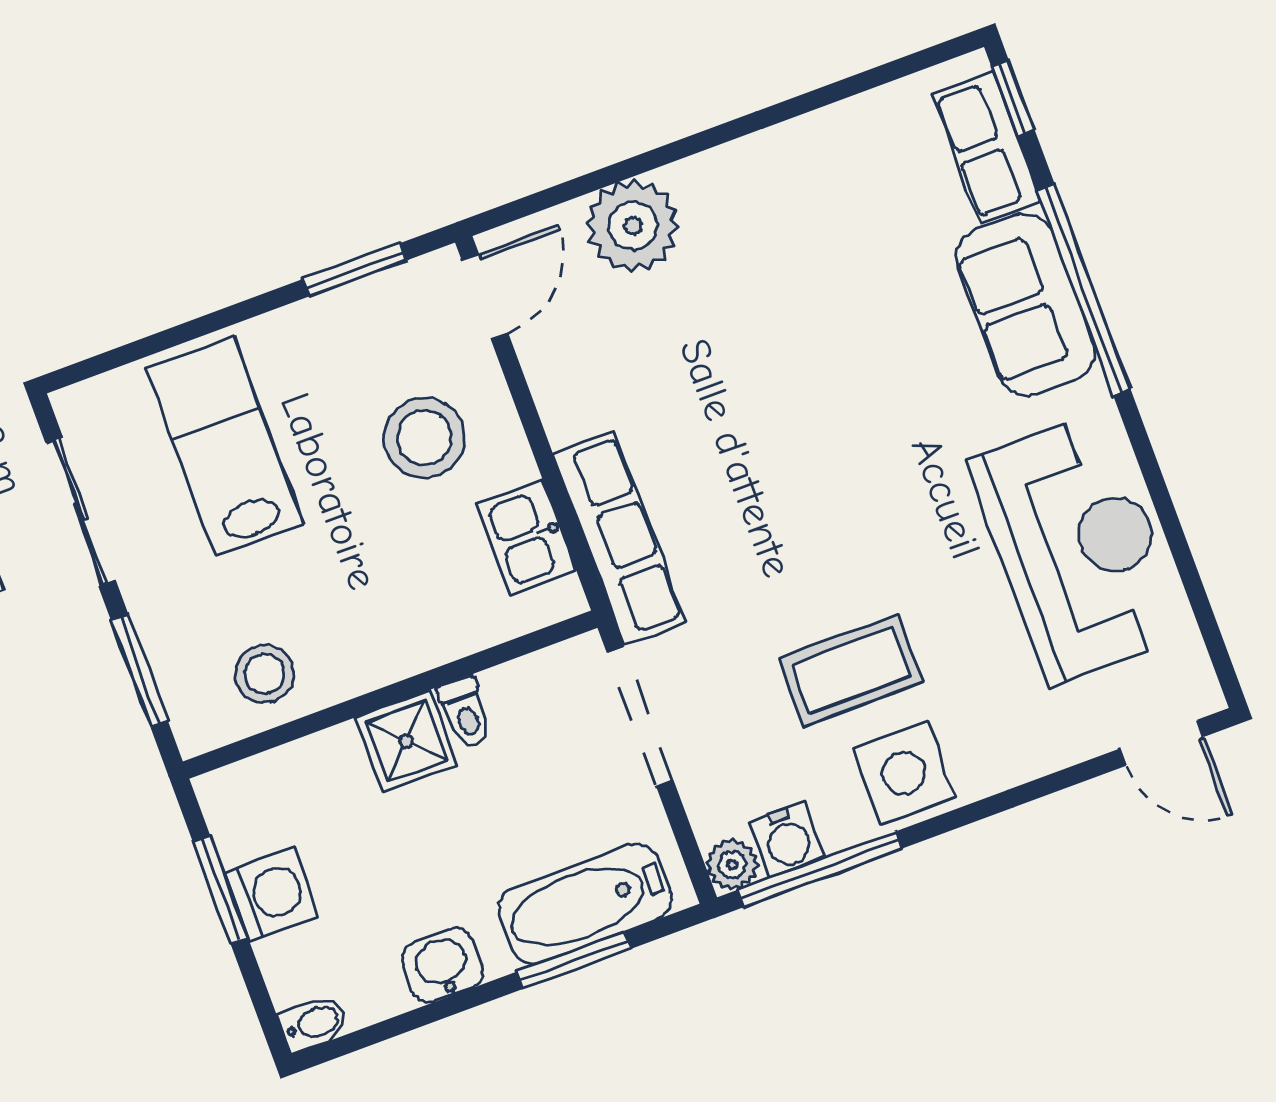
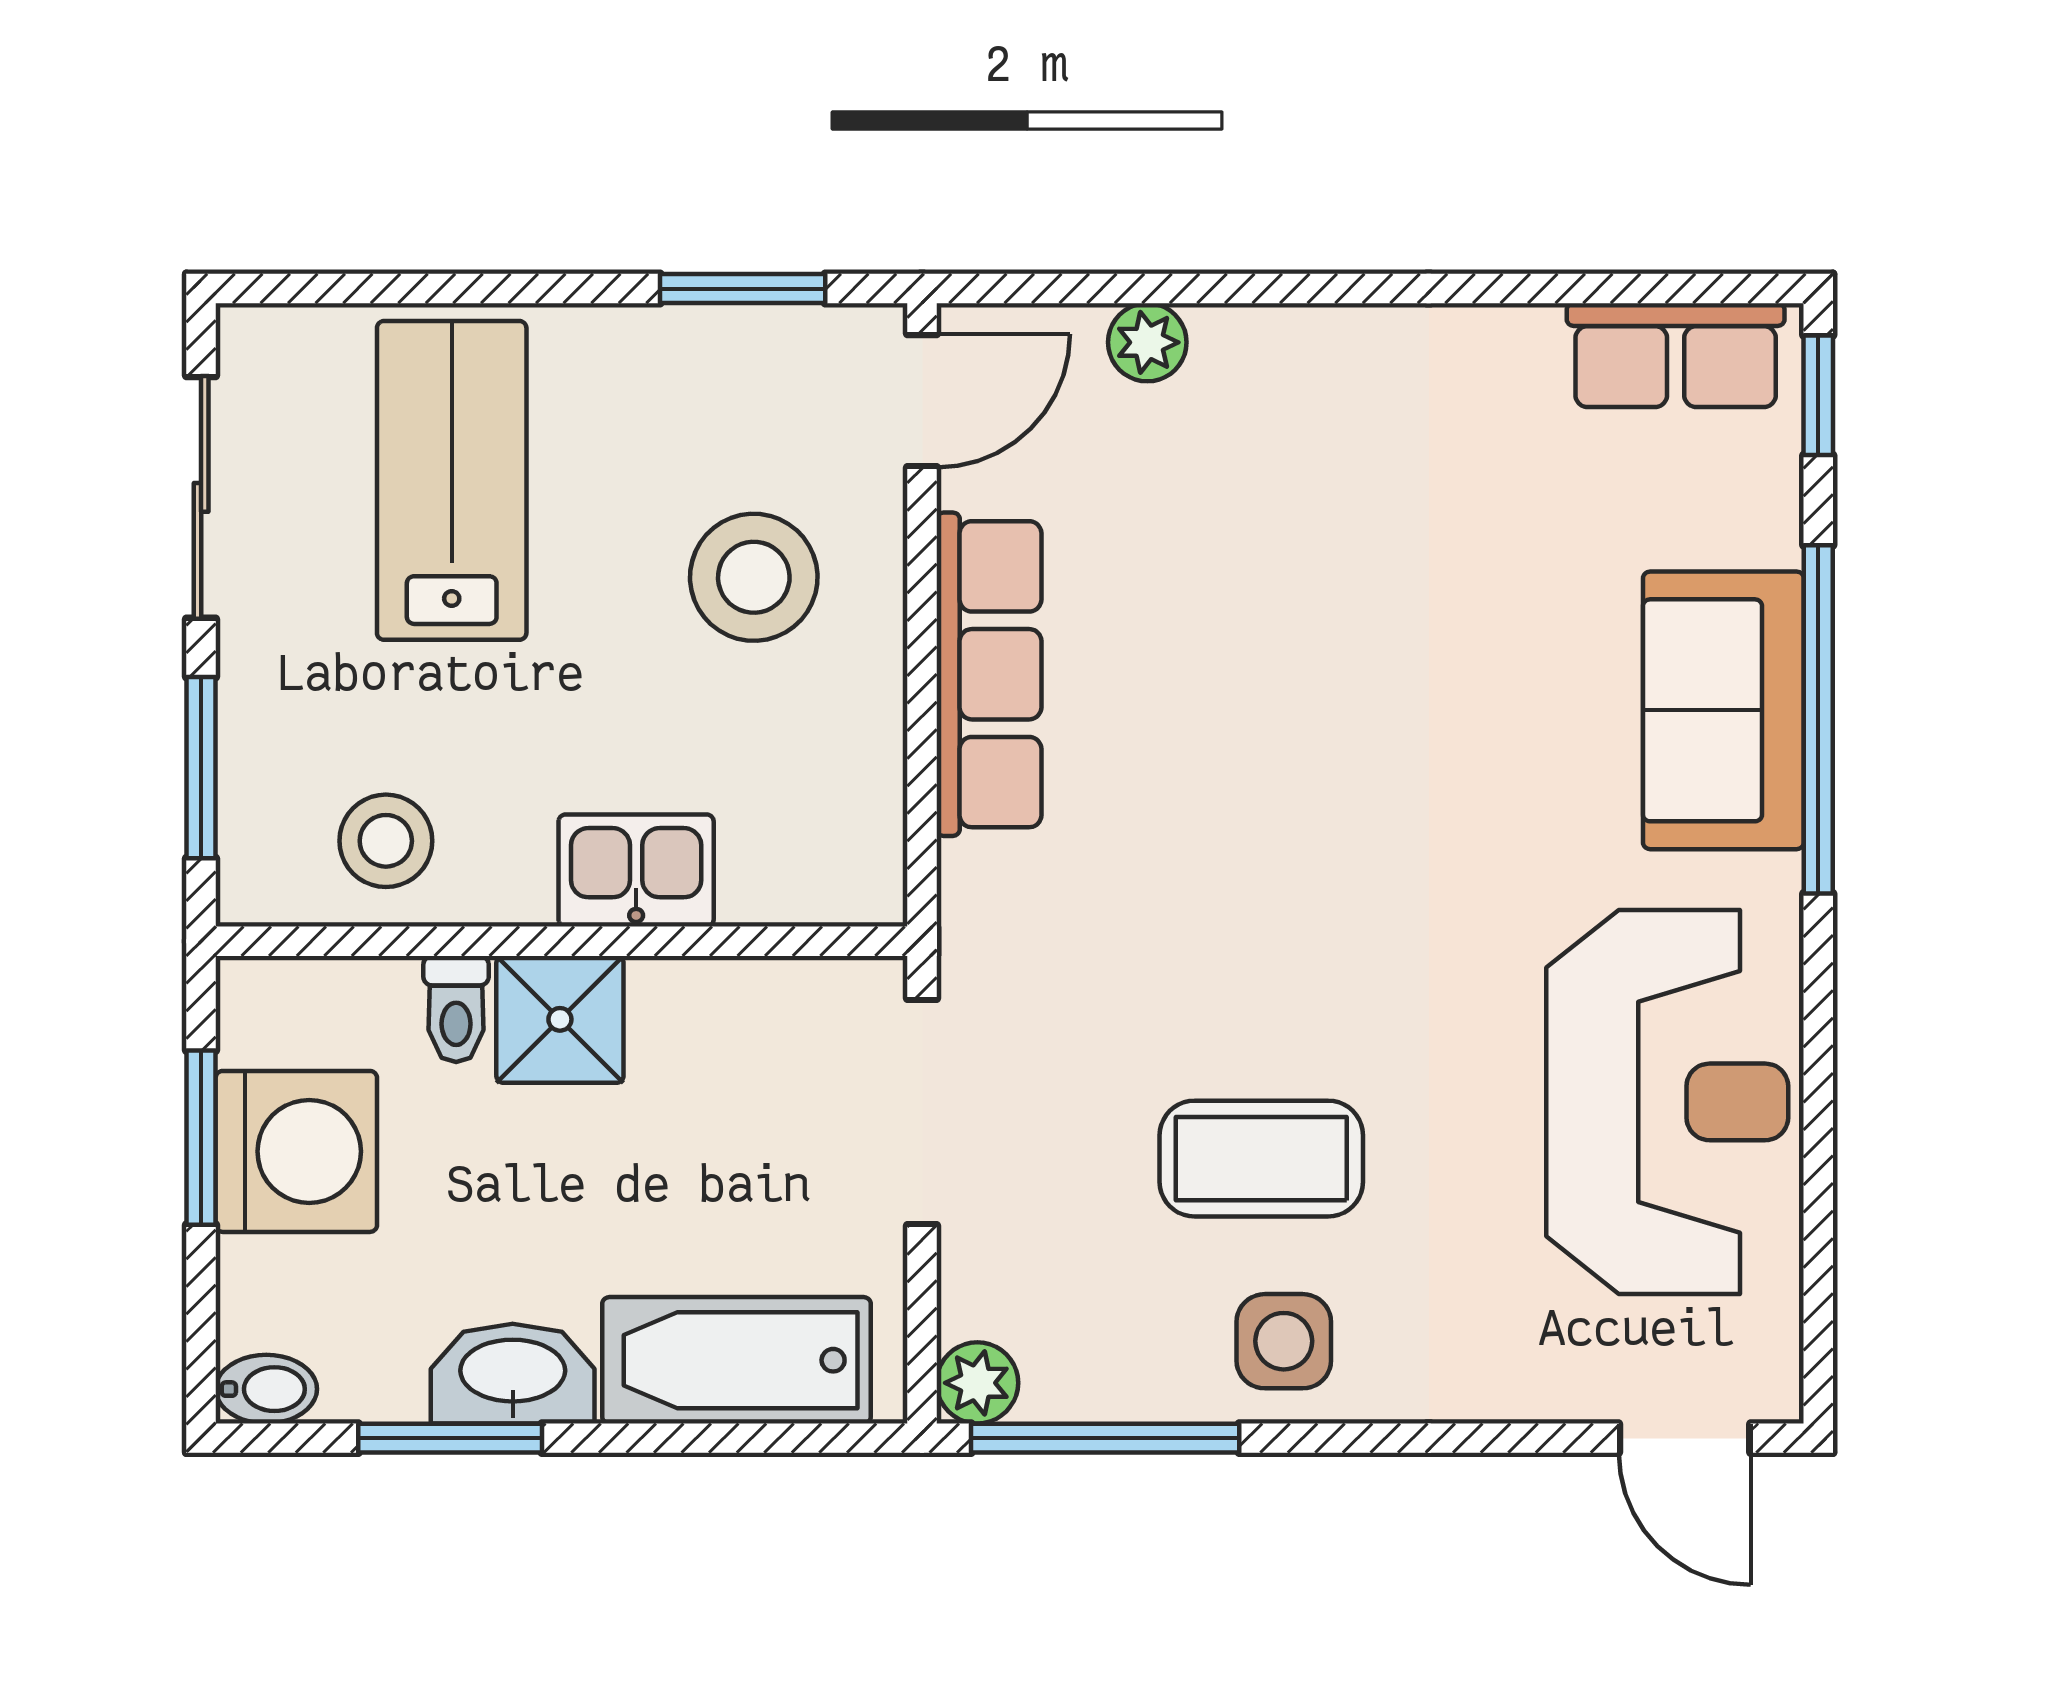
row of seats: (987, 148) -> (1676, 355), moved, turned -90
plant: (633, 226) -> (1147, 342), width x0.53, depth x0.53
kitchen sink: (526, 537) -> (636, 871), moved, turned 90
row of seats: (619, 538) -> (989, 674), moved
toilet: (465, 712) -> (456, 1009), moved
side table: (904, 773) -> (1284, 1341), width x0.73, depth x0.73
water cooler: (787, 840) -> (1073, 1376), removed
washing machine: (271, 894) -> (296, 1151), width x1.37, depth x1.37
window: (573, 960) -> (450, 1438), moved
washbasin: (442, 965) -> (513, 1374), width x1.38

